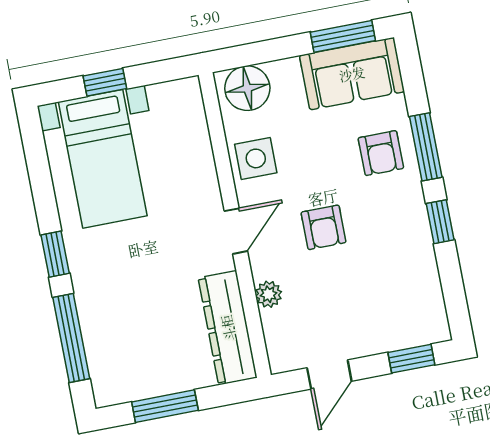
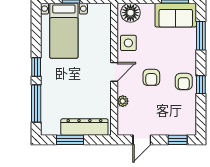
window: (426, 147) -> (201, 36), moved
armchair: (381, 153) -> (184, 82), moved
dresser: (228, 328) -> (84, 127), moved, turned 90

